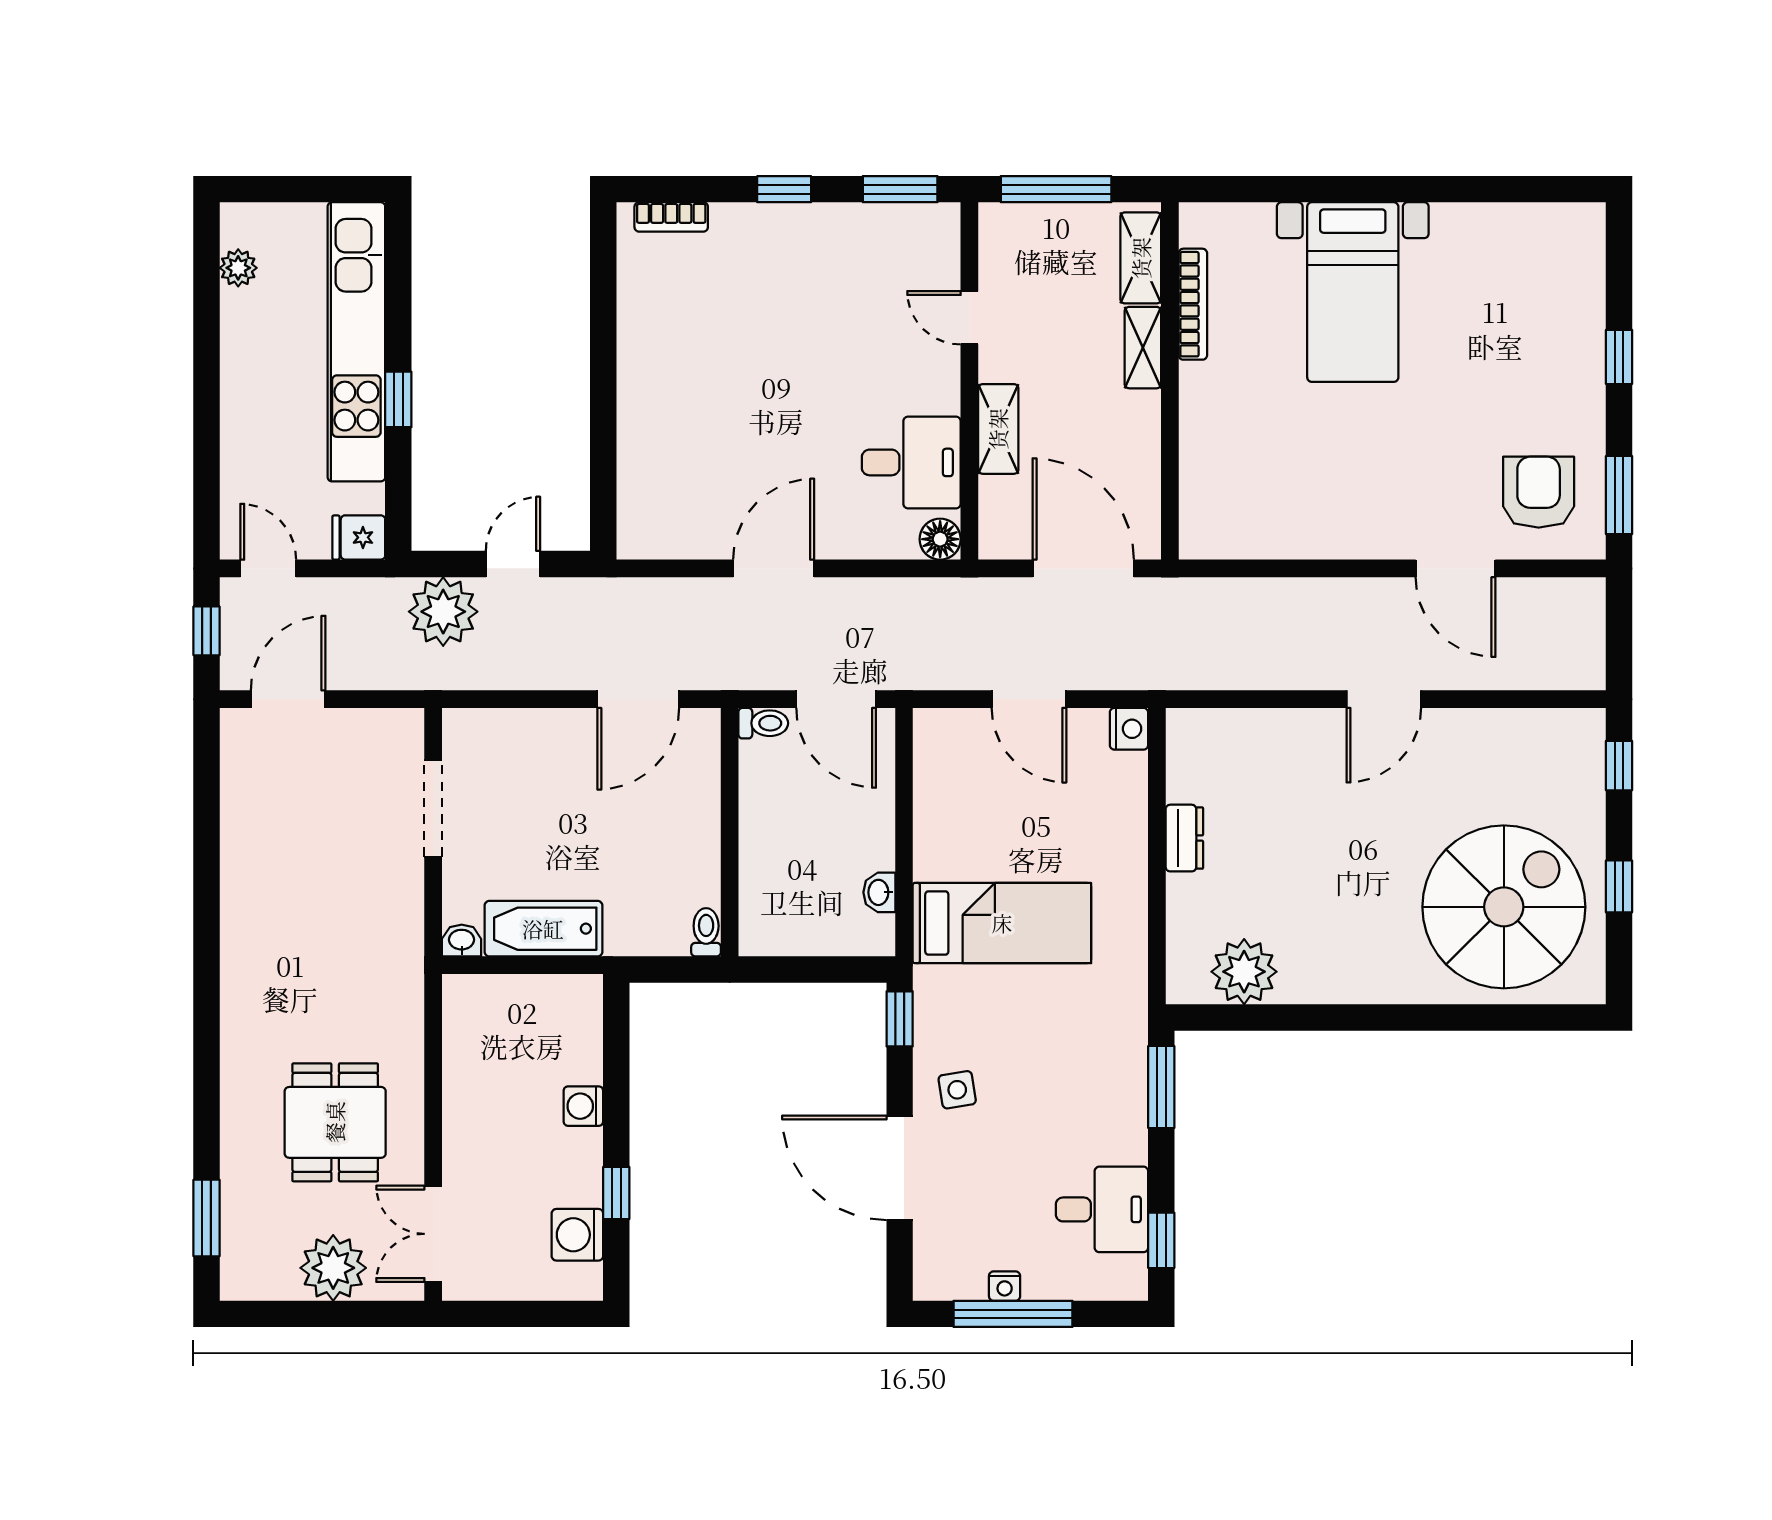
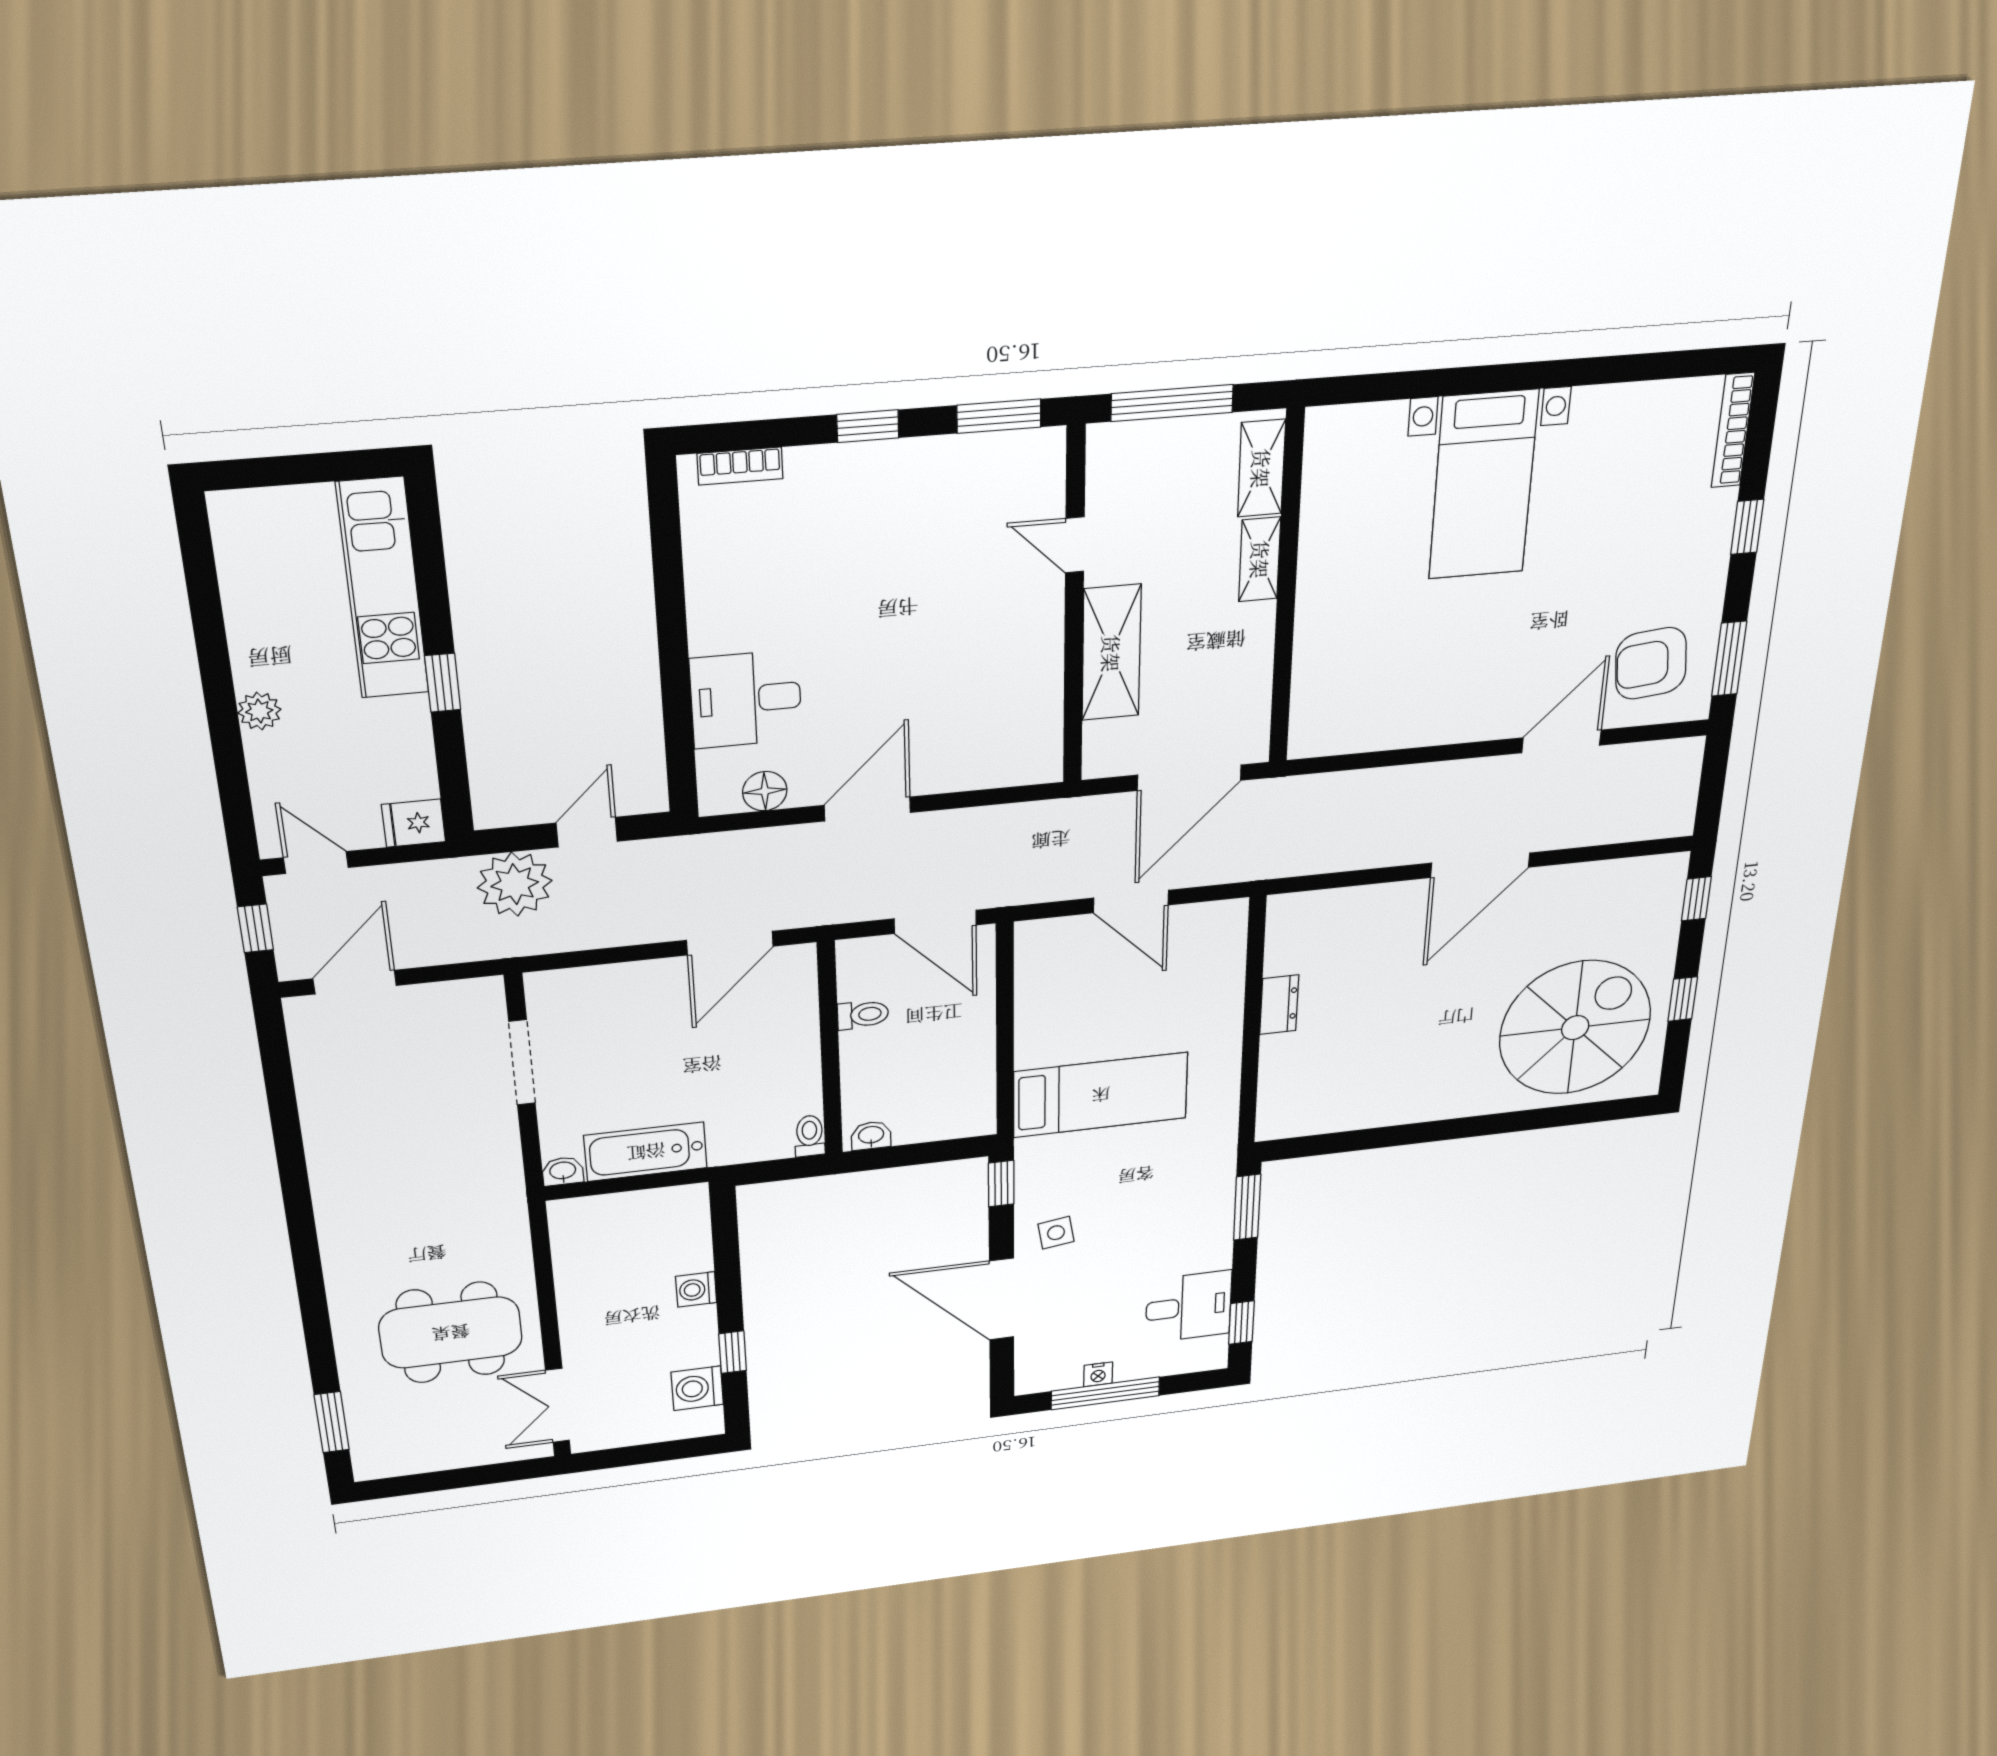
plant: (238, 268) -> (259, 711), moved
bookcase: (1193, 304) -> (1733, 430), moved, turned 180
kitchen unit: (356, 342) -> (383, 589), width x0.73
shelving: (998, 429) -> (1111, 653), width x1.50, depth x1.33
desk: (911, 462) -> (746, 699), moved, turned 180
armchair: (1539, 492) -> (1651, 663), turned -96
floor lamp: (940, 539) -> (765, 791), moved
door: (1083, 568) -> (1189, 778), swing flipped
door: (1455, 568) -> (1561, 741), swing flipped
door: (1384, 699) -> (1480, 865), width x1.36
toilet: (763, 723) -> (863, 1015), moved
nightstand: (1129, 729) -> (1230, 917), removed
washbasin: (879, 892) -> (871, 1136), moved, turned 90
plant: (1244, 972) -> (1329, 1108), removed
dining table: (335, 1122) -> (451, 1333), width x1.38
plant: (333, 1268) -> (463, 1443), removed

